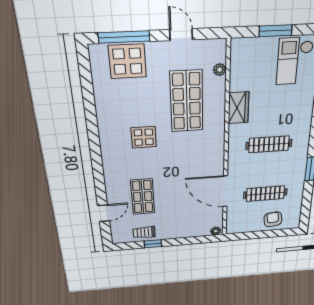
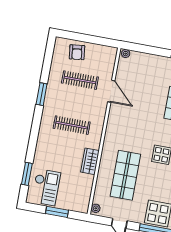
plant: (220, 70) -> (96, 208), moved
door: (225, 191) -> (111, 91), width x0.73

